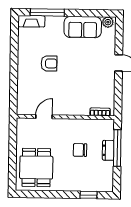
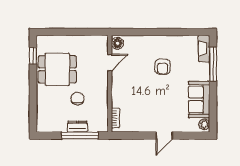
floor lamp: (25, 109) -> (117, 43), added
door: (44, 117) -> (110, 63), hinge flipped
dining table: (36, 167) -> (57, 69), moved
window: (88, 195) -> (33, 56), moved

